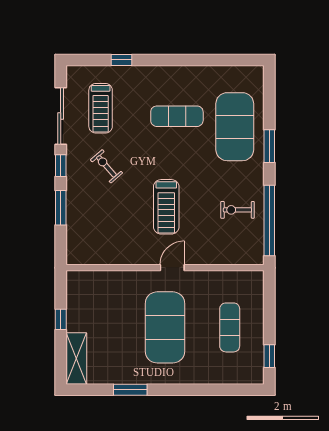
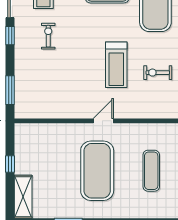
exercise bike: (106, 166) -> (48, 36), turned 41
treadmill: (166, 207) -> (116, 65), moved
window: (61, 208) -> (10, 90), moved

